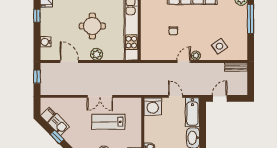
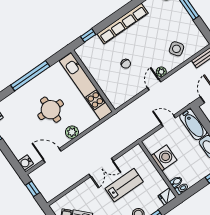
water cooler: (46, 42) -> (26, 163), moved
washing machine: (153, 106) -> (164, 158), moved, turned -90
lab bench: (108, 122) -> (124, 185), turned 180

